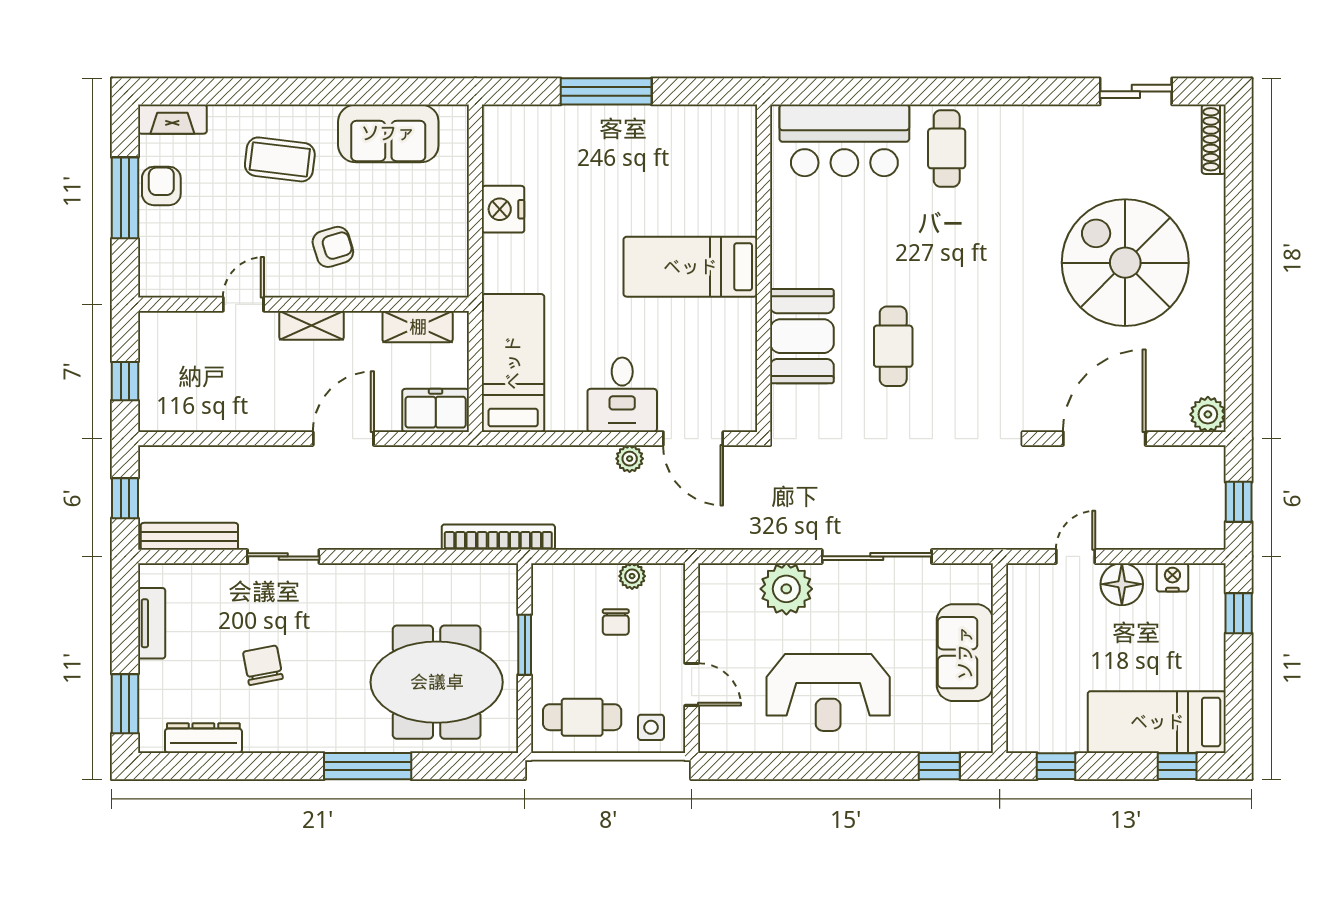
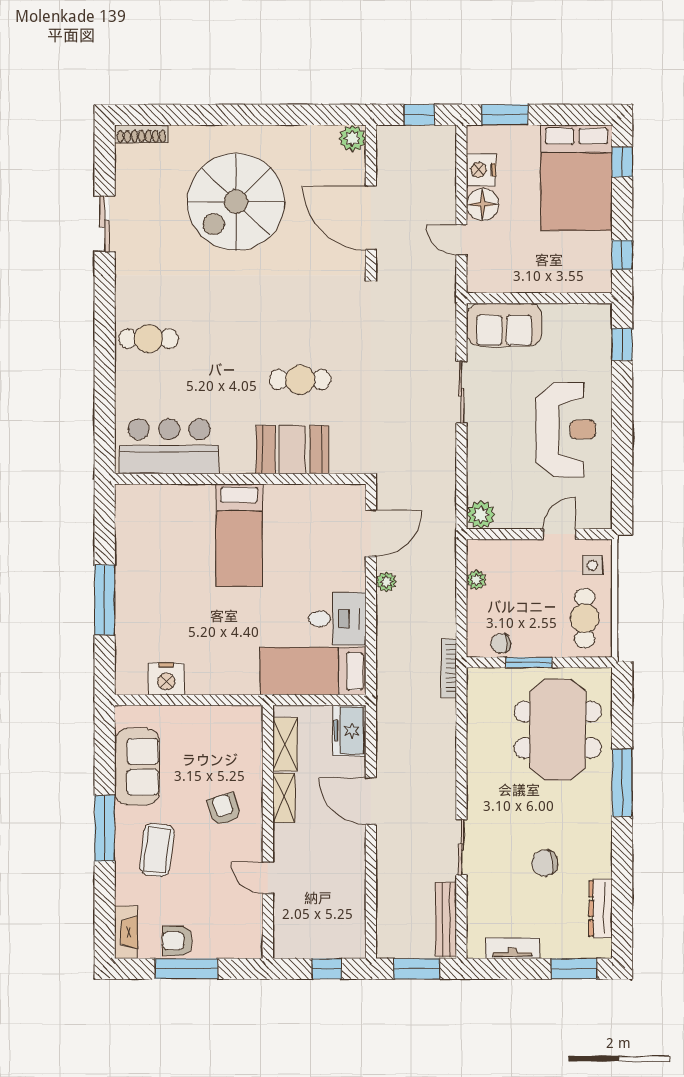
window: (308, 91) -> (105, 828), added
sliding door: (1136, 91) -> (105, 224), moved
bar counter: (844, 140) -> (169, 446), moved, turned -90
nightstand: (503, 209) -> (166, 679), moved
shelving: (312, 325) -> (284, 798), moved
desk: (622, 395) -> (337, 619), moved
window: (125, 498) -> (417, 969), width x1.50
bookcase: (498, 537) -> (449, 668), width x0.68, depth x0.76
sliding door: (877, 556) -> (461, 392), width x0.73
nightstand: (1172, 577) -> (481, 170), width x1.36, depth x1.33
plant: (786, 589) -> (481, 515), moved, width x0.73, depth x0.73
window: (1239, 613) -> (505, 115), width x1.50
chair: (616, 622) -> (501, 643), moved, turned 180
sofa: (965, 653) -> (504, 325), moved
bed: (1157, 722) -> (576, 178), width x1.50

